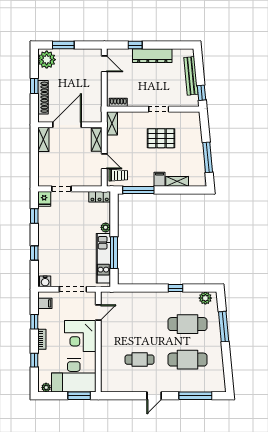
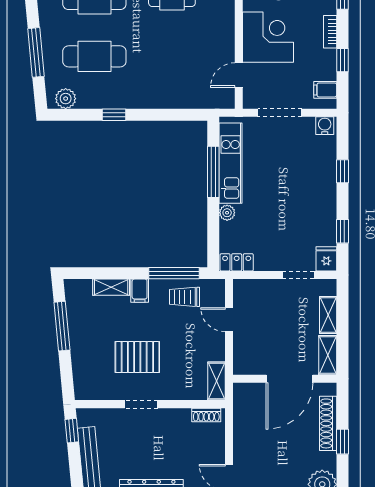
shelving: (97, 140) -> (328, 315), moved
trolley: (118, 175) -> (184, 297), moved

